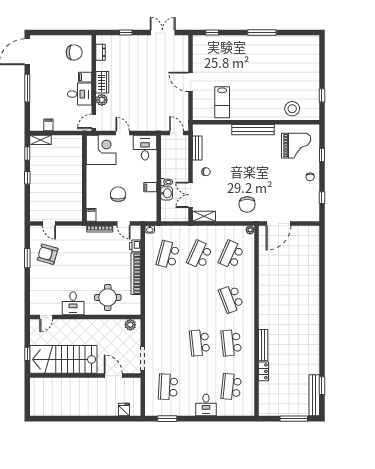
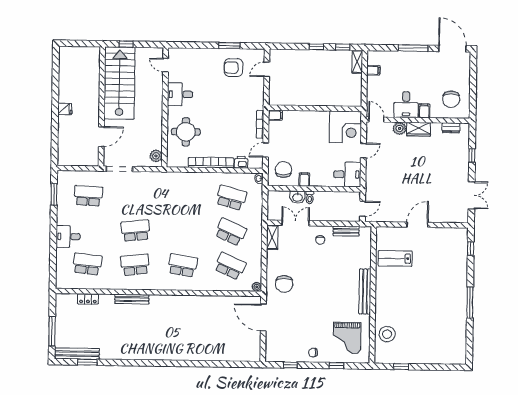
chair: (118, 194) -> (284, 170), moved, turned -90
chair: (247, 204) -> (284, 284), turned -90
armchair: (48, 254) -> (233, 68), turned -106
school desk: (231, 299) -> (183, 265), turned 30
locker: (264, 371) -> (88, 299), moved
fridge: (124, 410) -> (65, 109), moved

